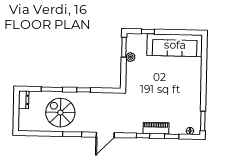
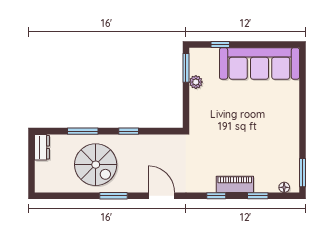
spiral stairs: (60, 113) -> (96, 165), turned 180
door: (105, 135) -> (161, 196), swing flipped

